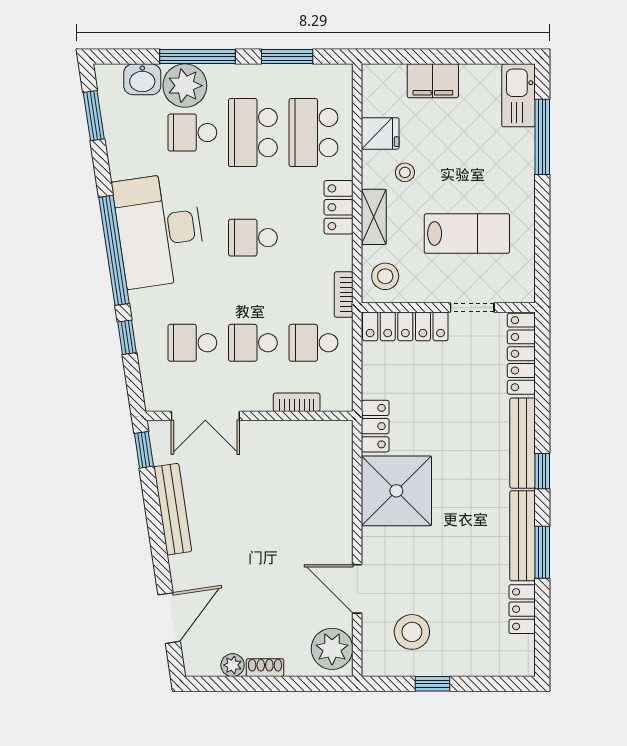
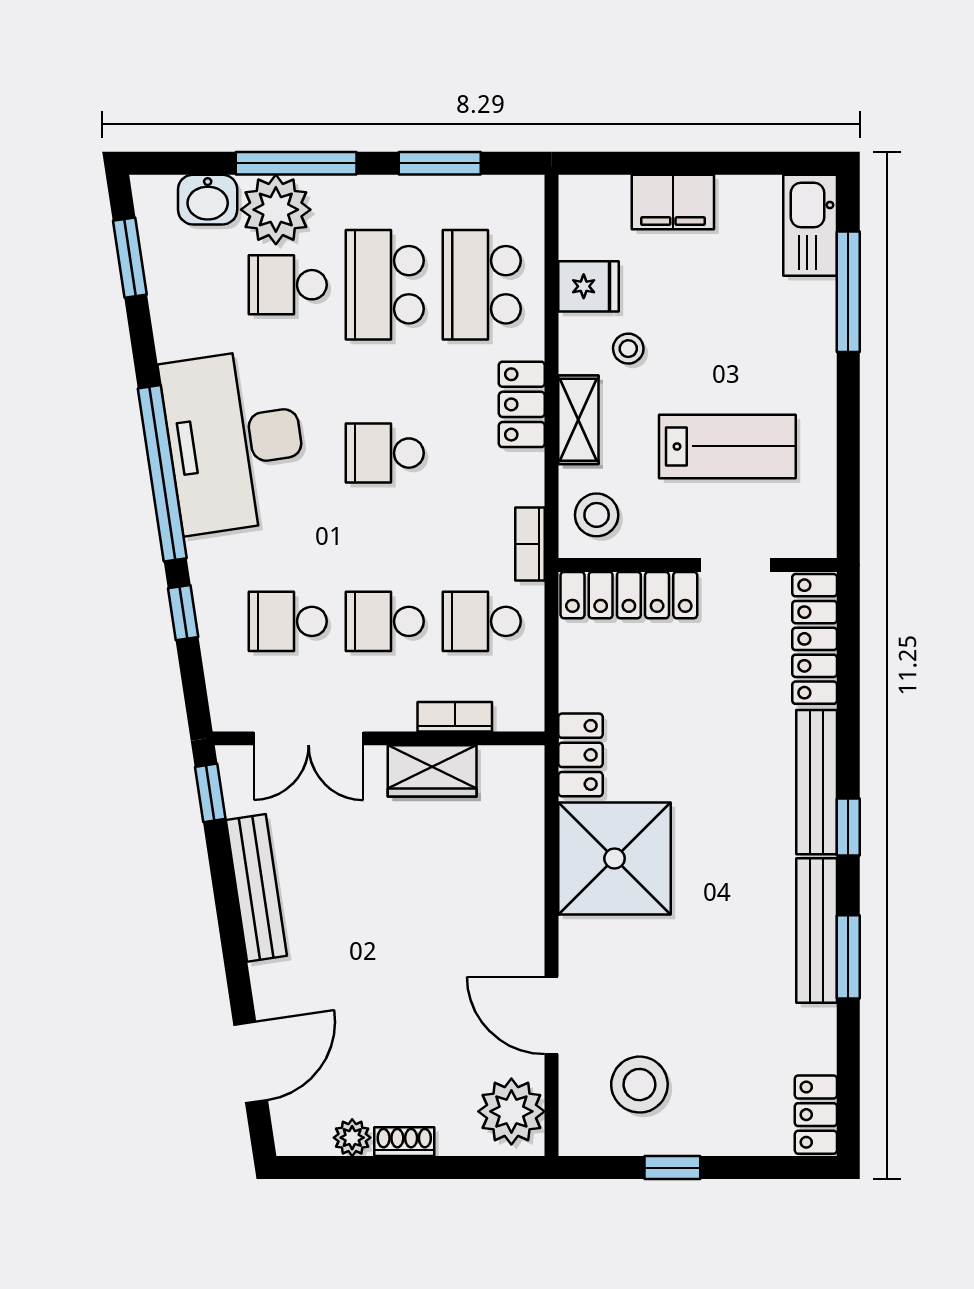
wardrobe: (282, 436) -> (432, 771), added
locker: (522, 609) -> (816, 1115), moved

